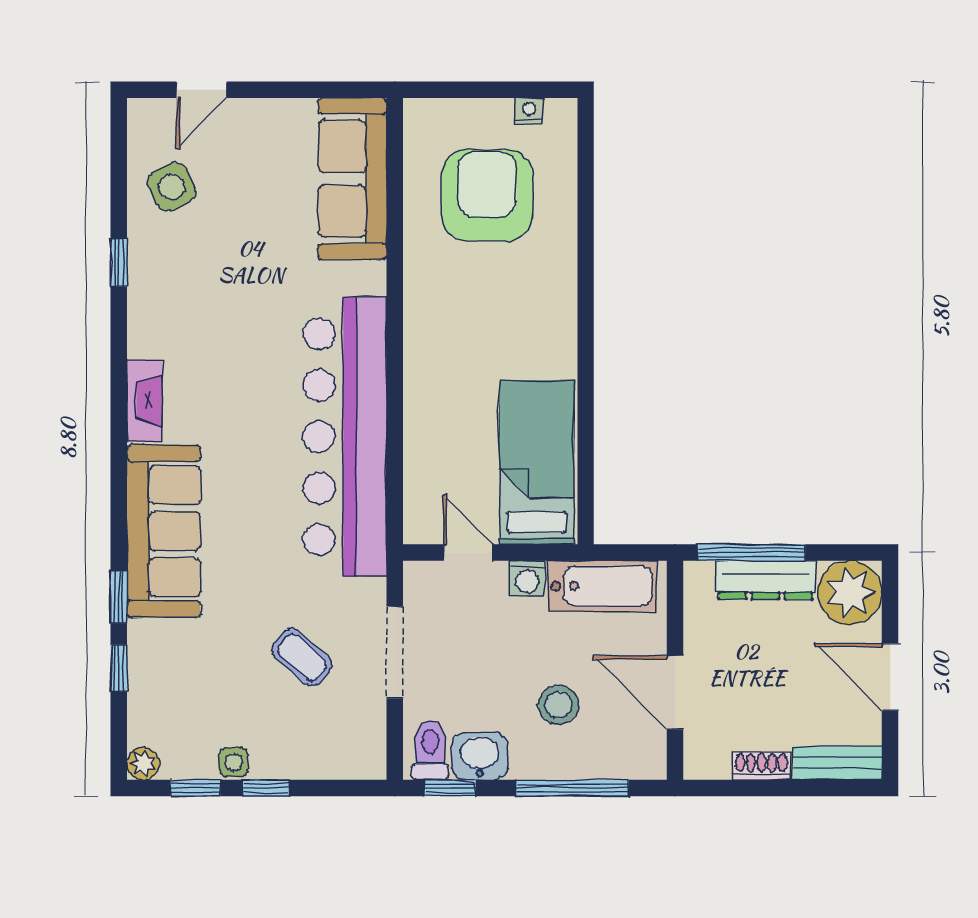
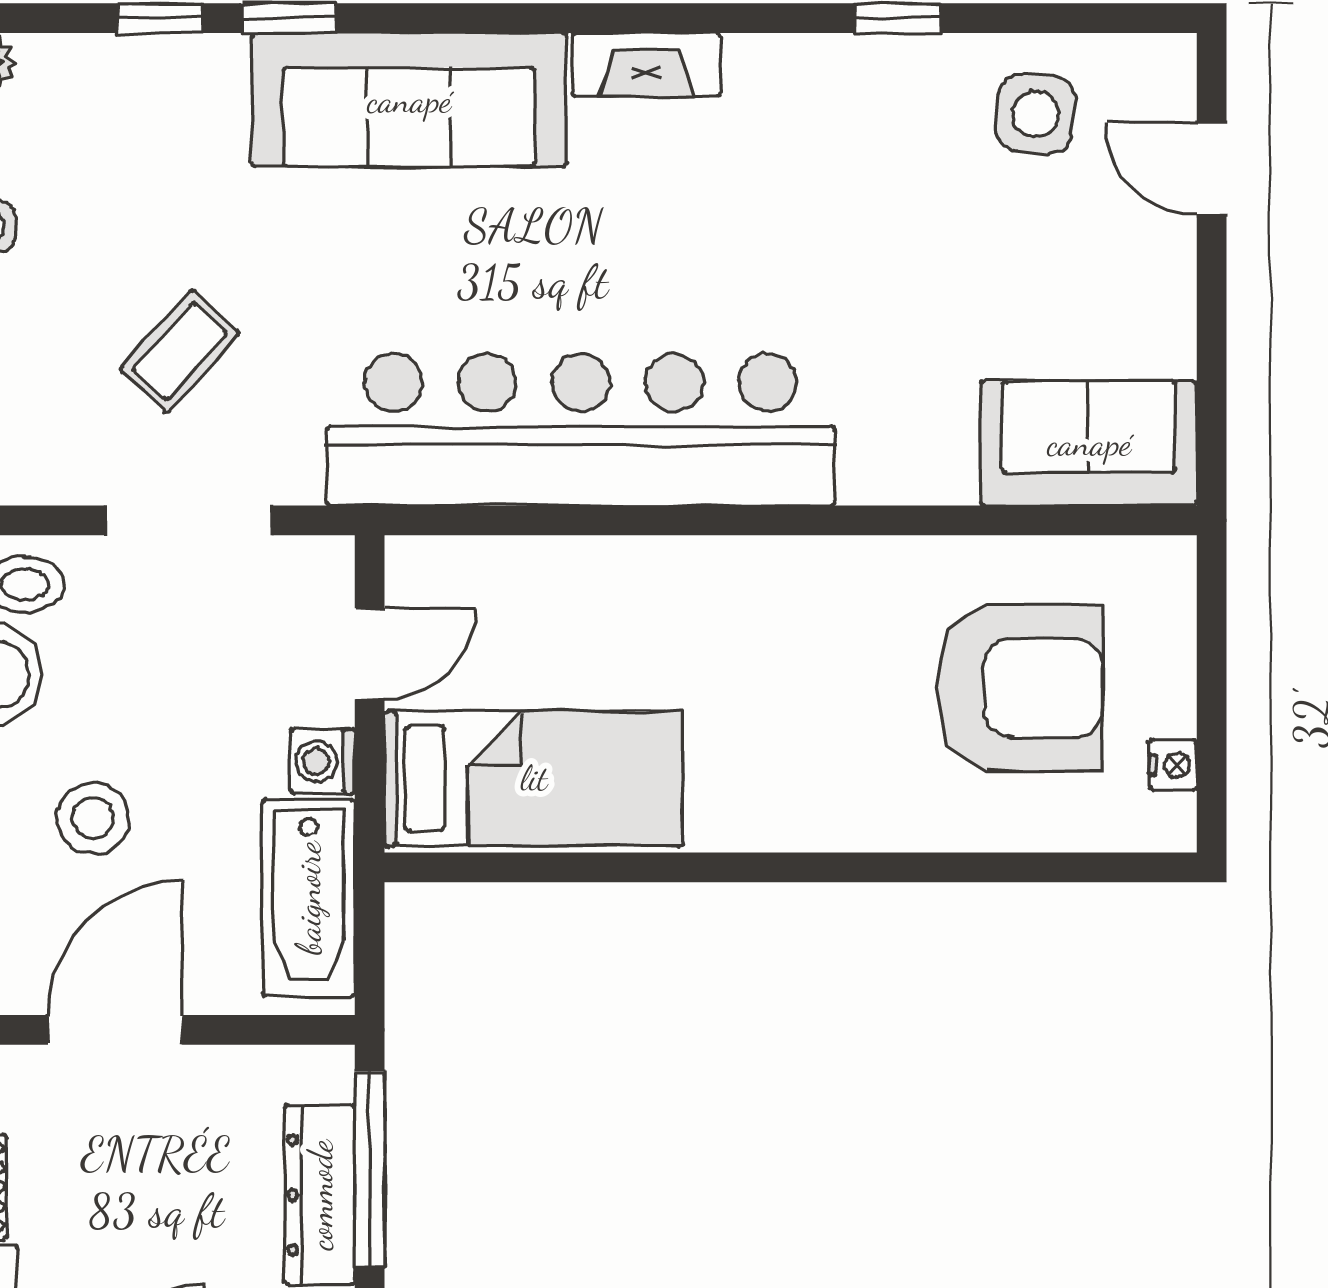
sofa: (352, 179) -> (1089, 443), width x0.73
side table: (172, 187) -> (1036, 114), turned 31

